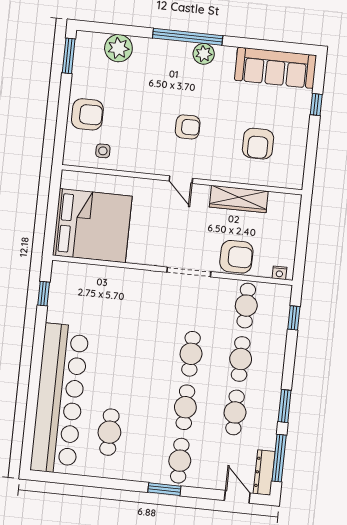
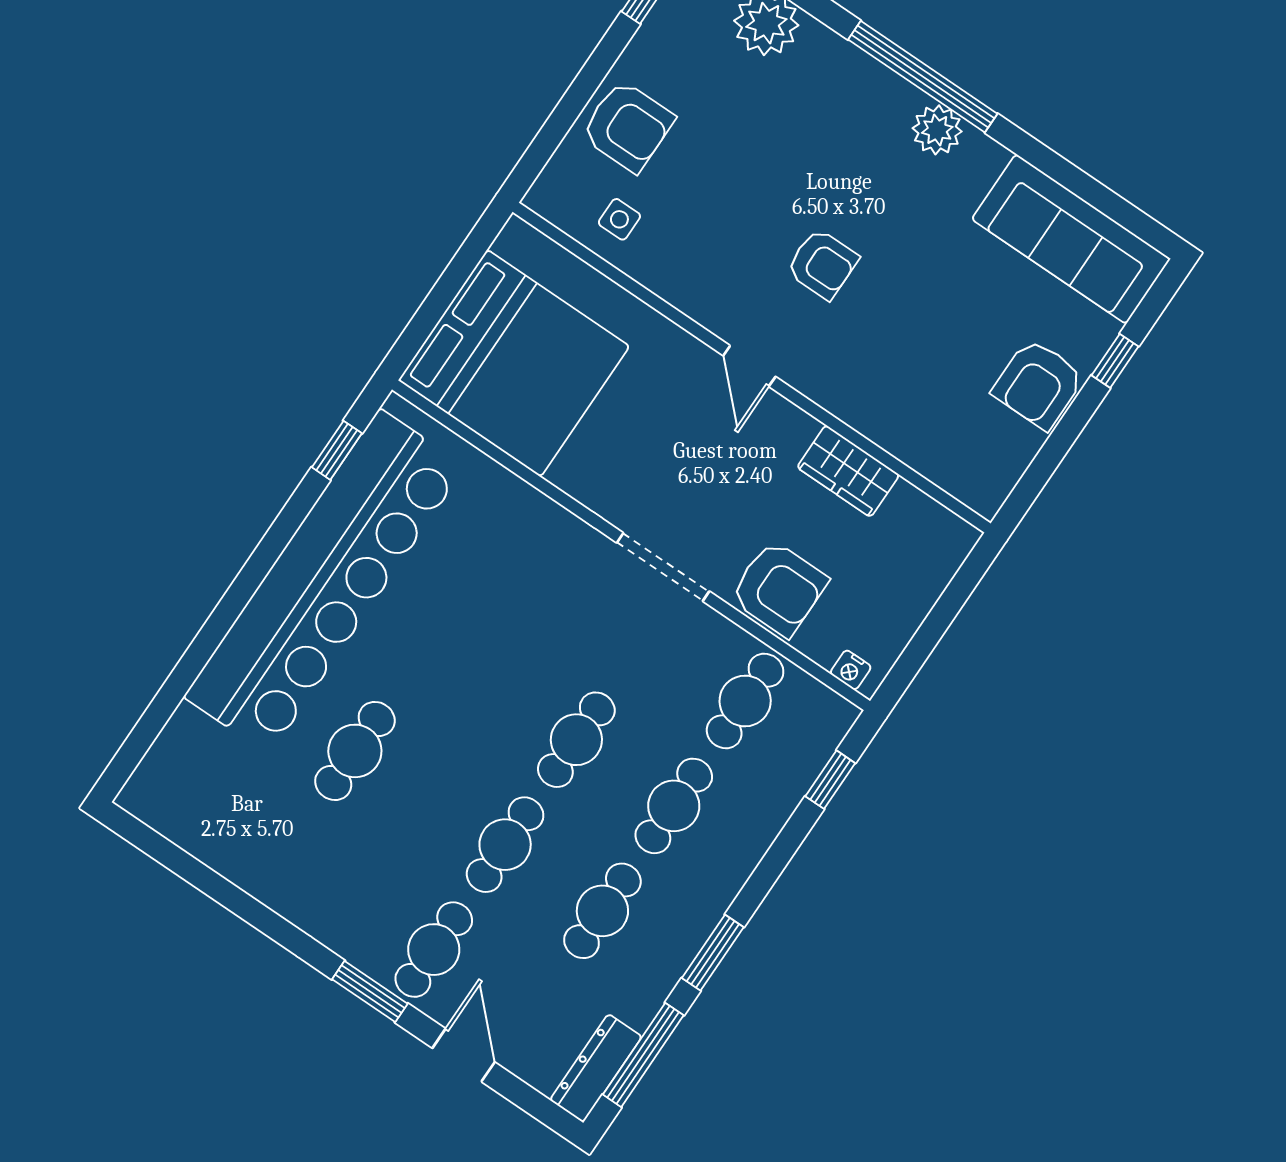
armchair: (258, 144) -> (1038, 384), moved
wardrobe: (239, 199) -> (848, 471), width x0.67
bar counter: (60, 399) -> (324, 582), moved
cafe table: (109, 432) -> (355, 751), moved
door: (237, 497) -> (464, 1055), moved

